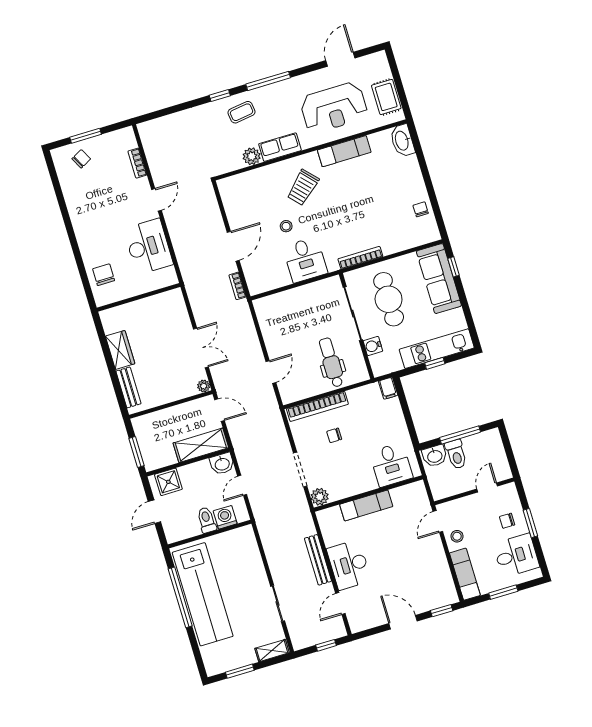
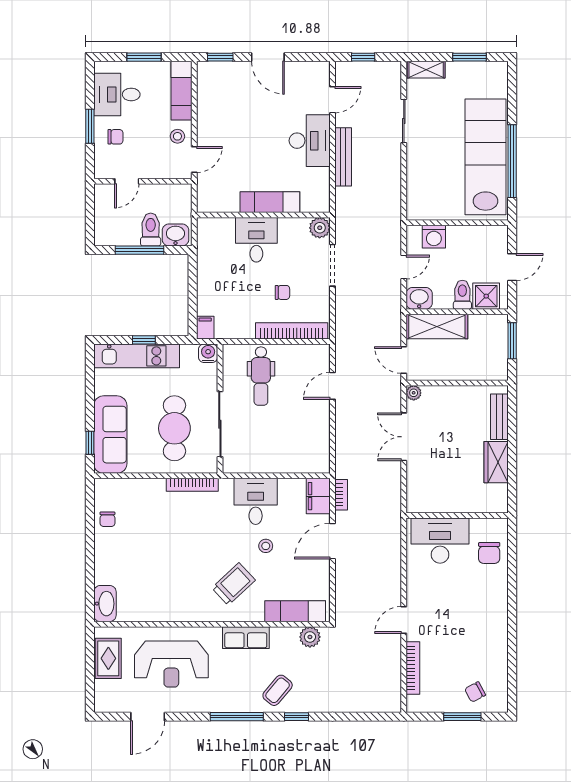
reception desk: (334, 108) -> (171, 664), turned 180
coffee table: (241, 112) -> (278, 690), turned -42
exam couch: (344, 151) -> (295, 611), moved
plant: (252, 156) -> (310, 637), moved
bookcase: (137, 163) -> (413, 668), width x1.56
desk: (148, 247) -> (440, 541), moved, turned 90
filing cabinet: (256, 279) -> (318, 496), added
water cooler: (373, 346) -> (208, 353), moved, turned -90
desk: (391, 465) -> (256, 240), moved
toilet: (207, 520) -> (462, 295), moved, turned 180

